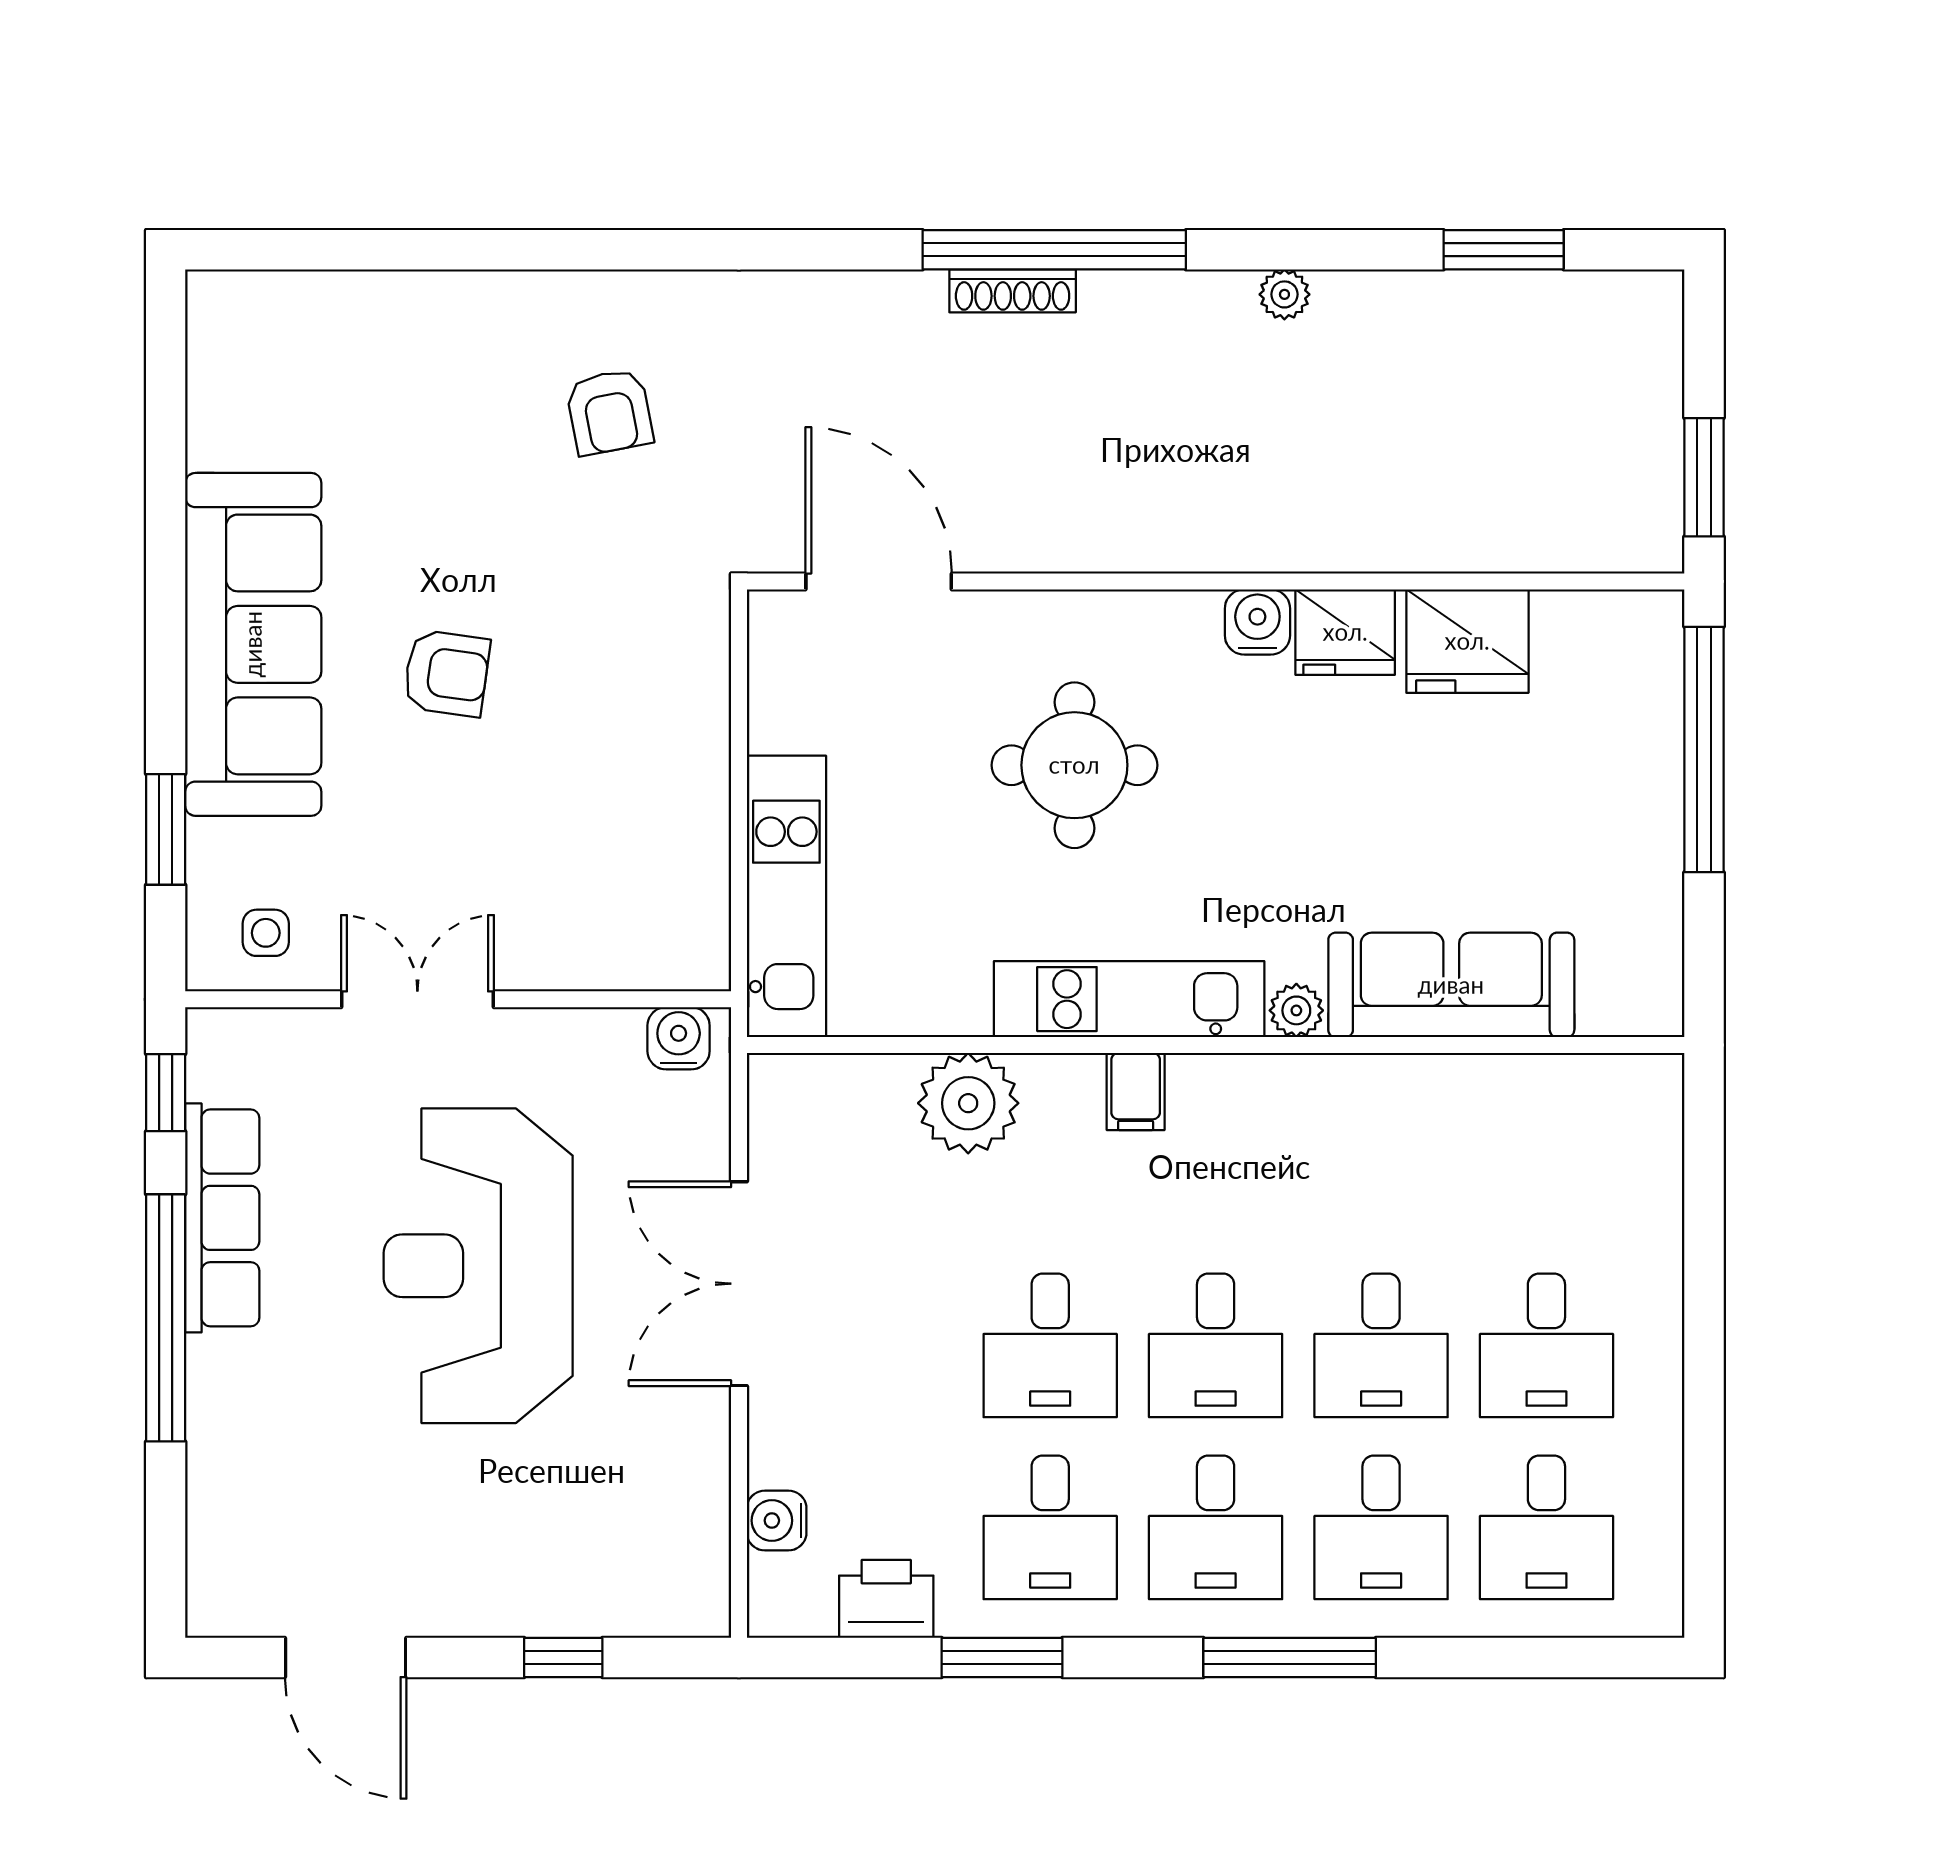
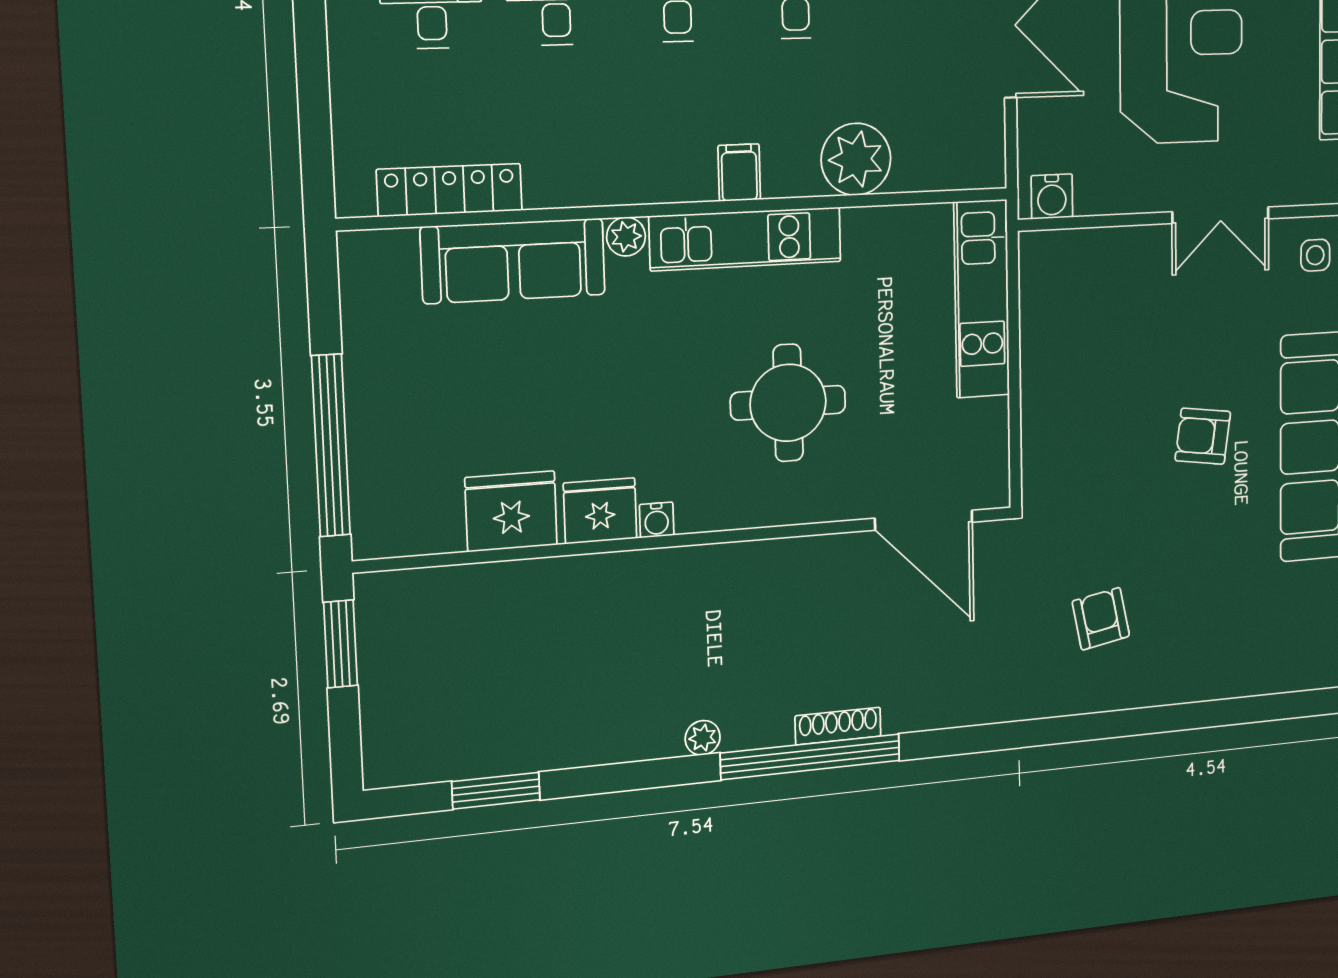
plant: (1284, 294) -> (703, 738), moved
water cooler: (1257, 622) -> (657, 520), width x0.72, depth x0.72
locker: (1533, 1084) -> (450, 190), added

